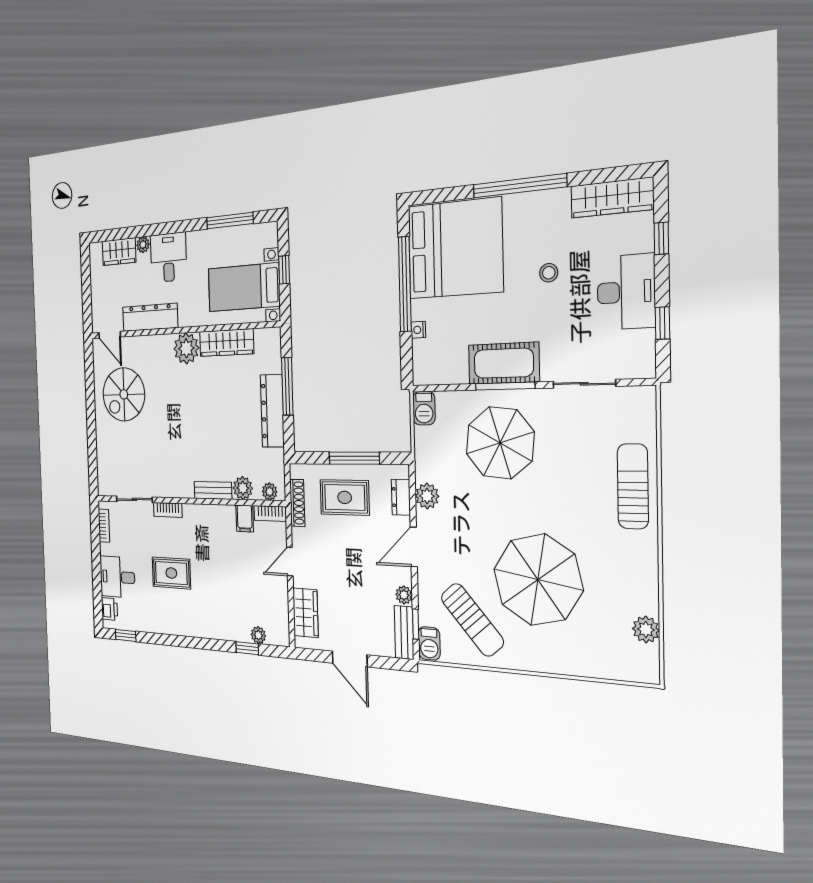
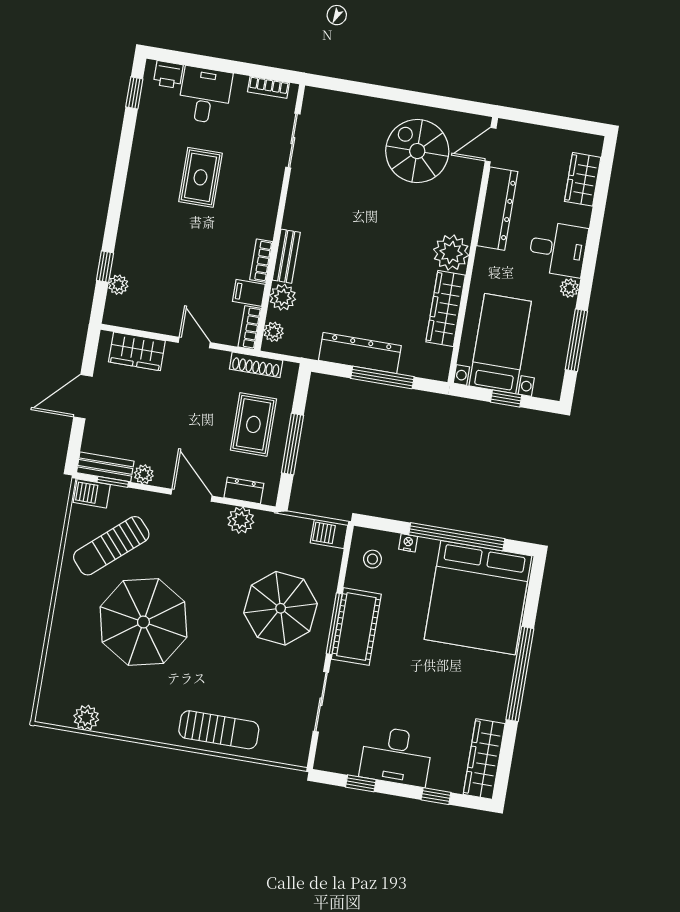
plant: (143, 245) -> (569, 288), moved
stool: (549, 273) -> (372, 559), moved
bookcase: (168, 510) -> (261, 261), moved

